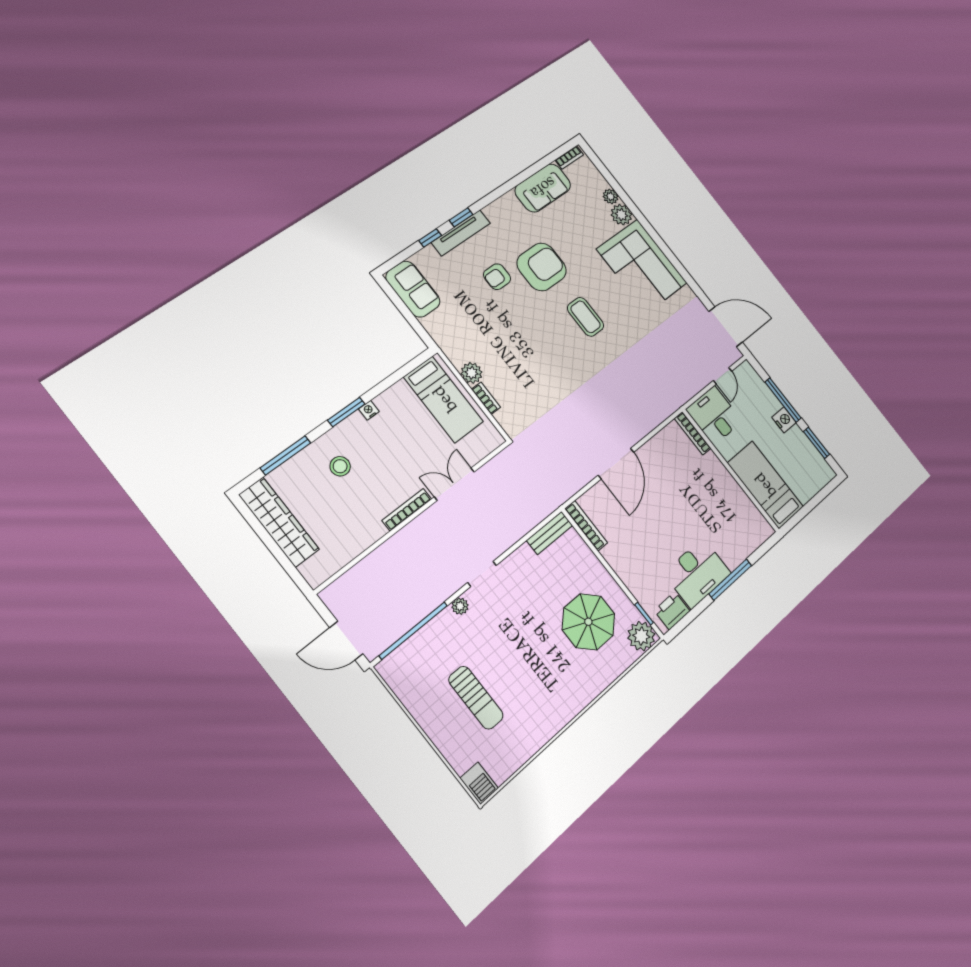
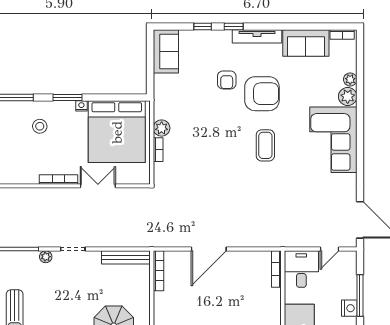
tv unit: (461, 233) -> (257, 36), moved
armchair: (497, 277) -> (227, 80), turned -90
bed: (444, 399) -> (117, 132), width x2.04
bench: (550, 533) -> (126, 257), width x1.36

